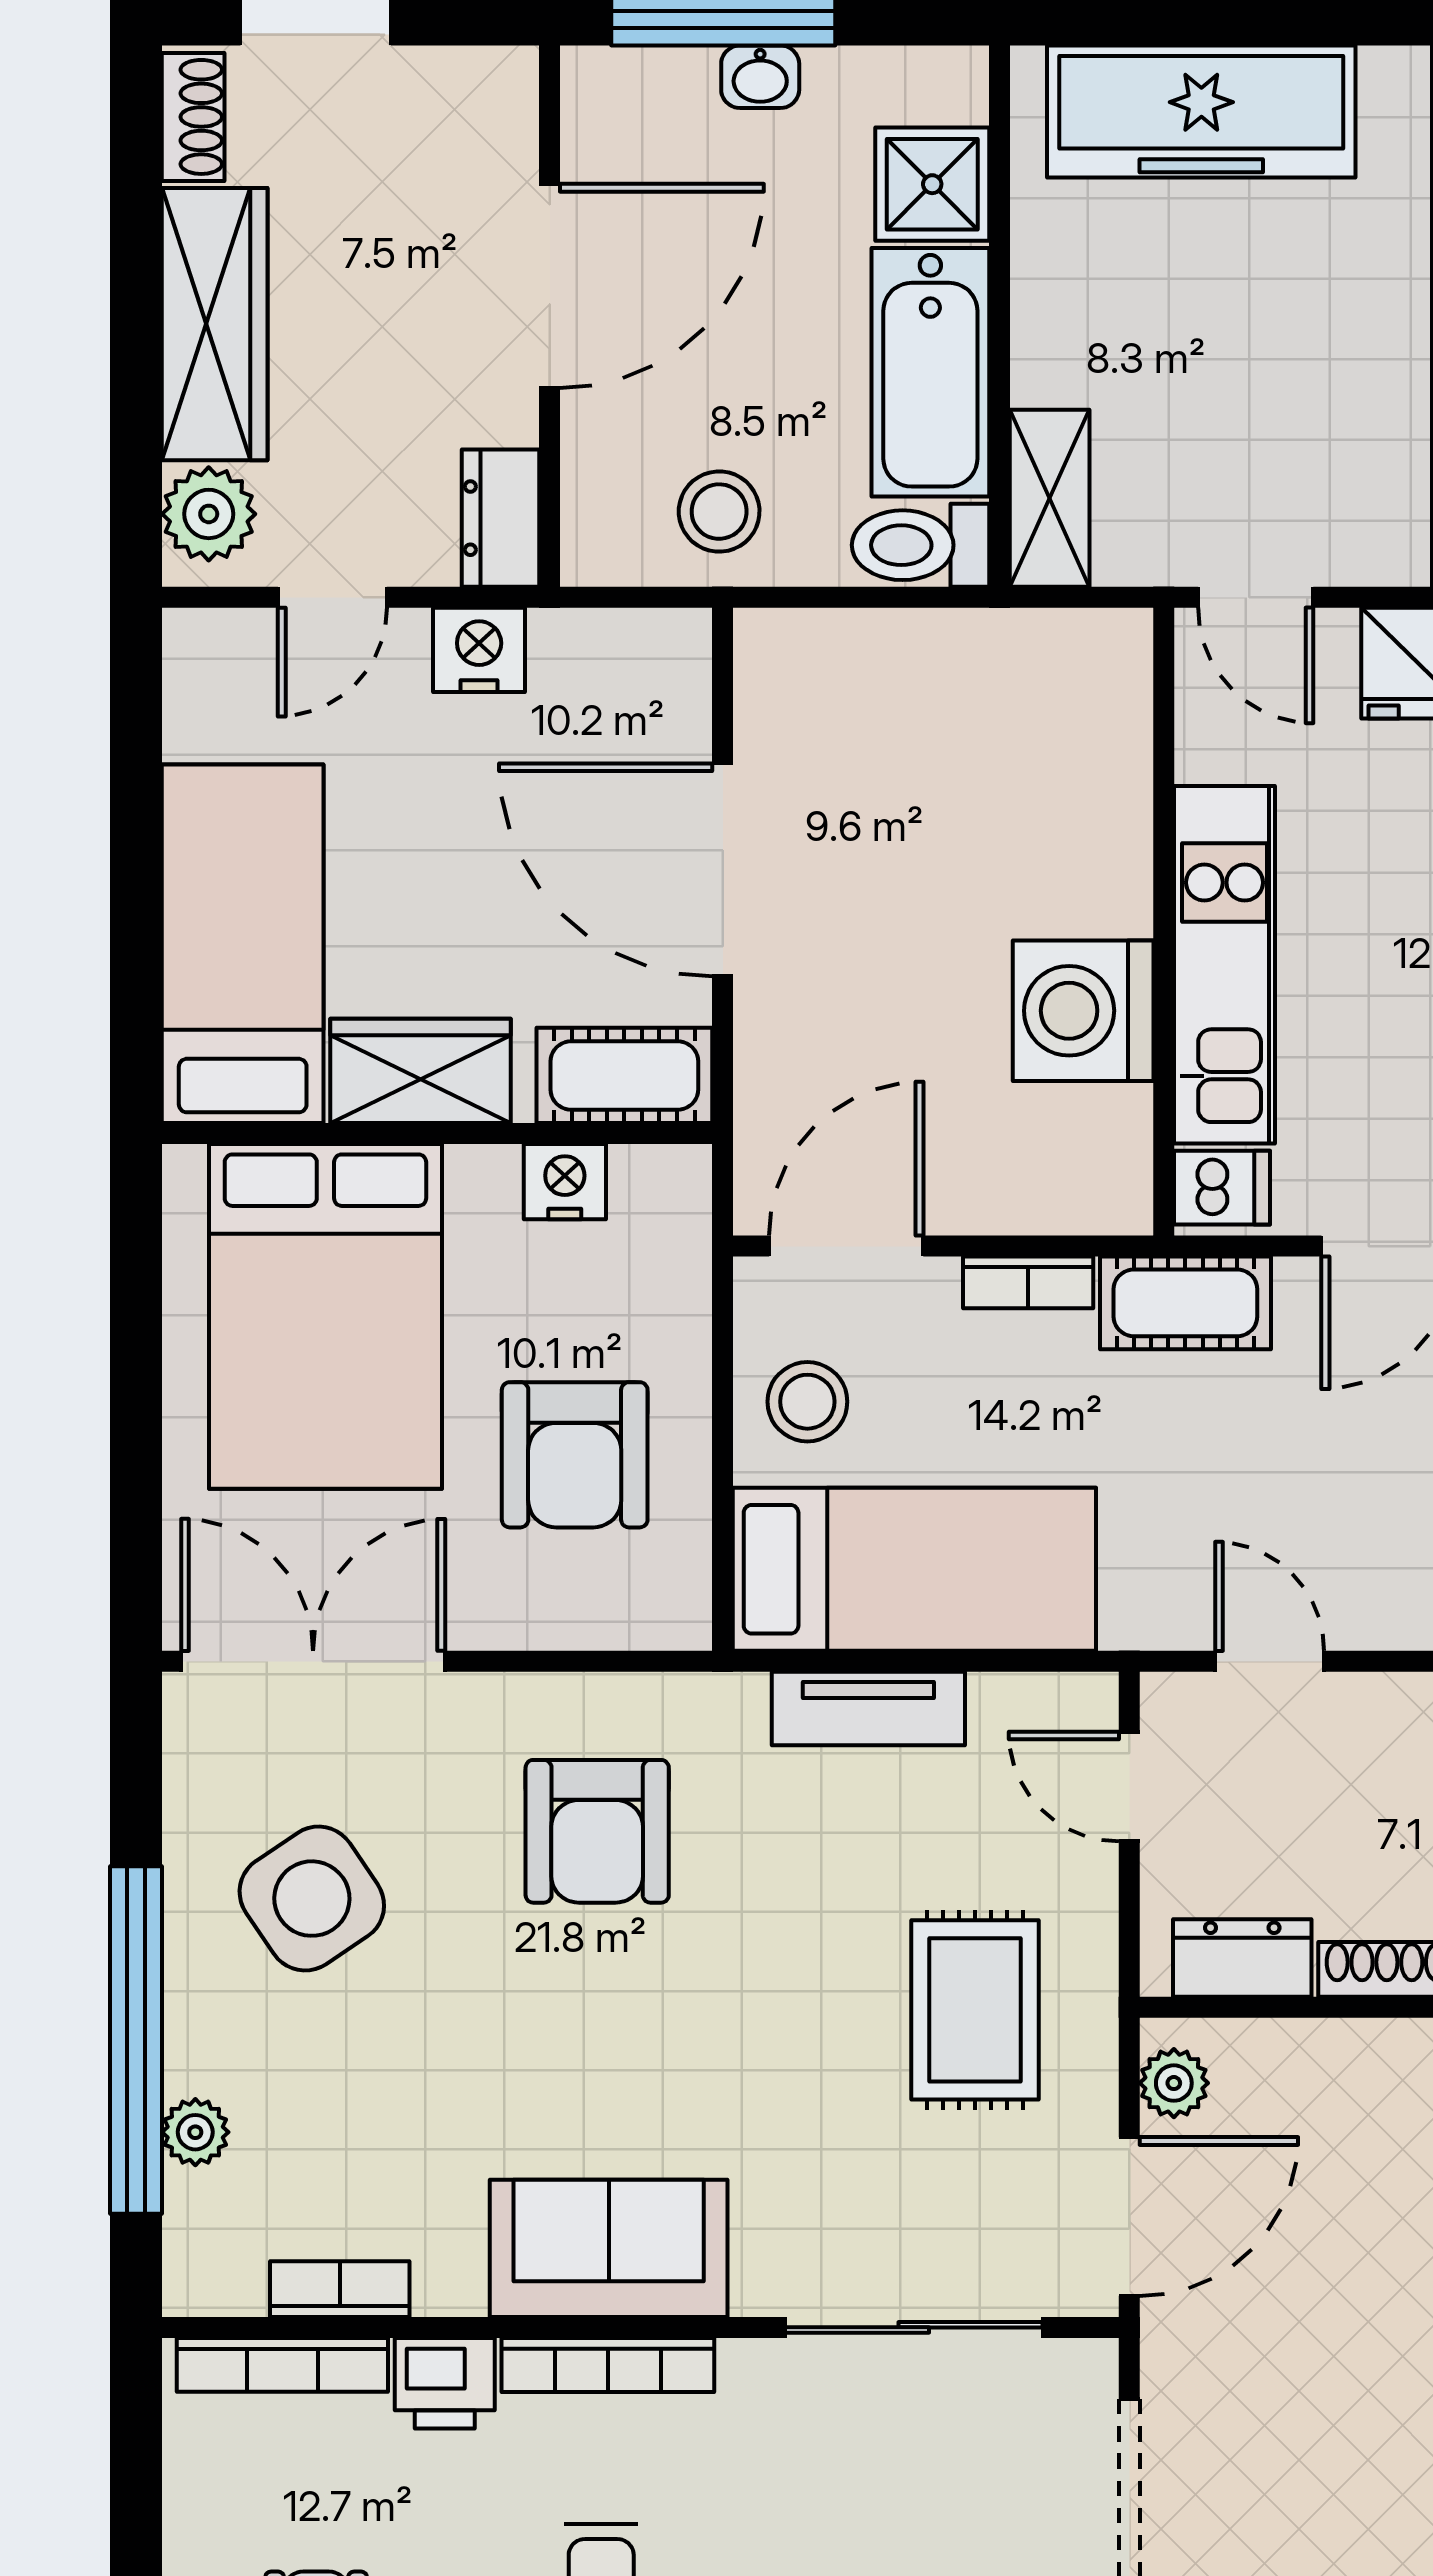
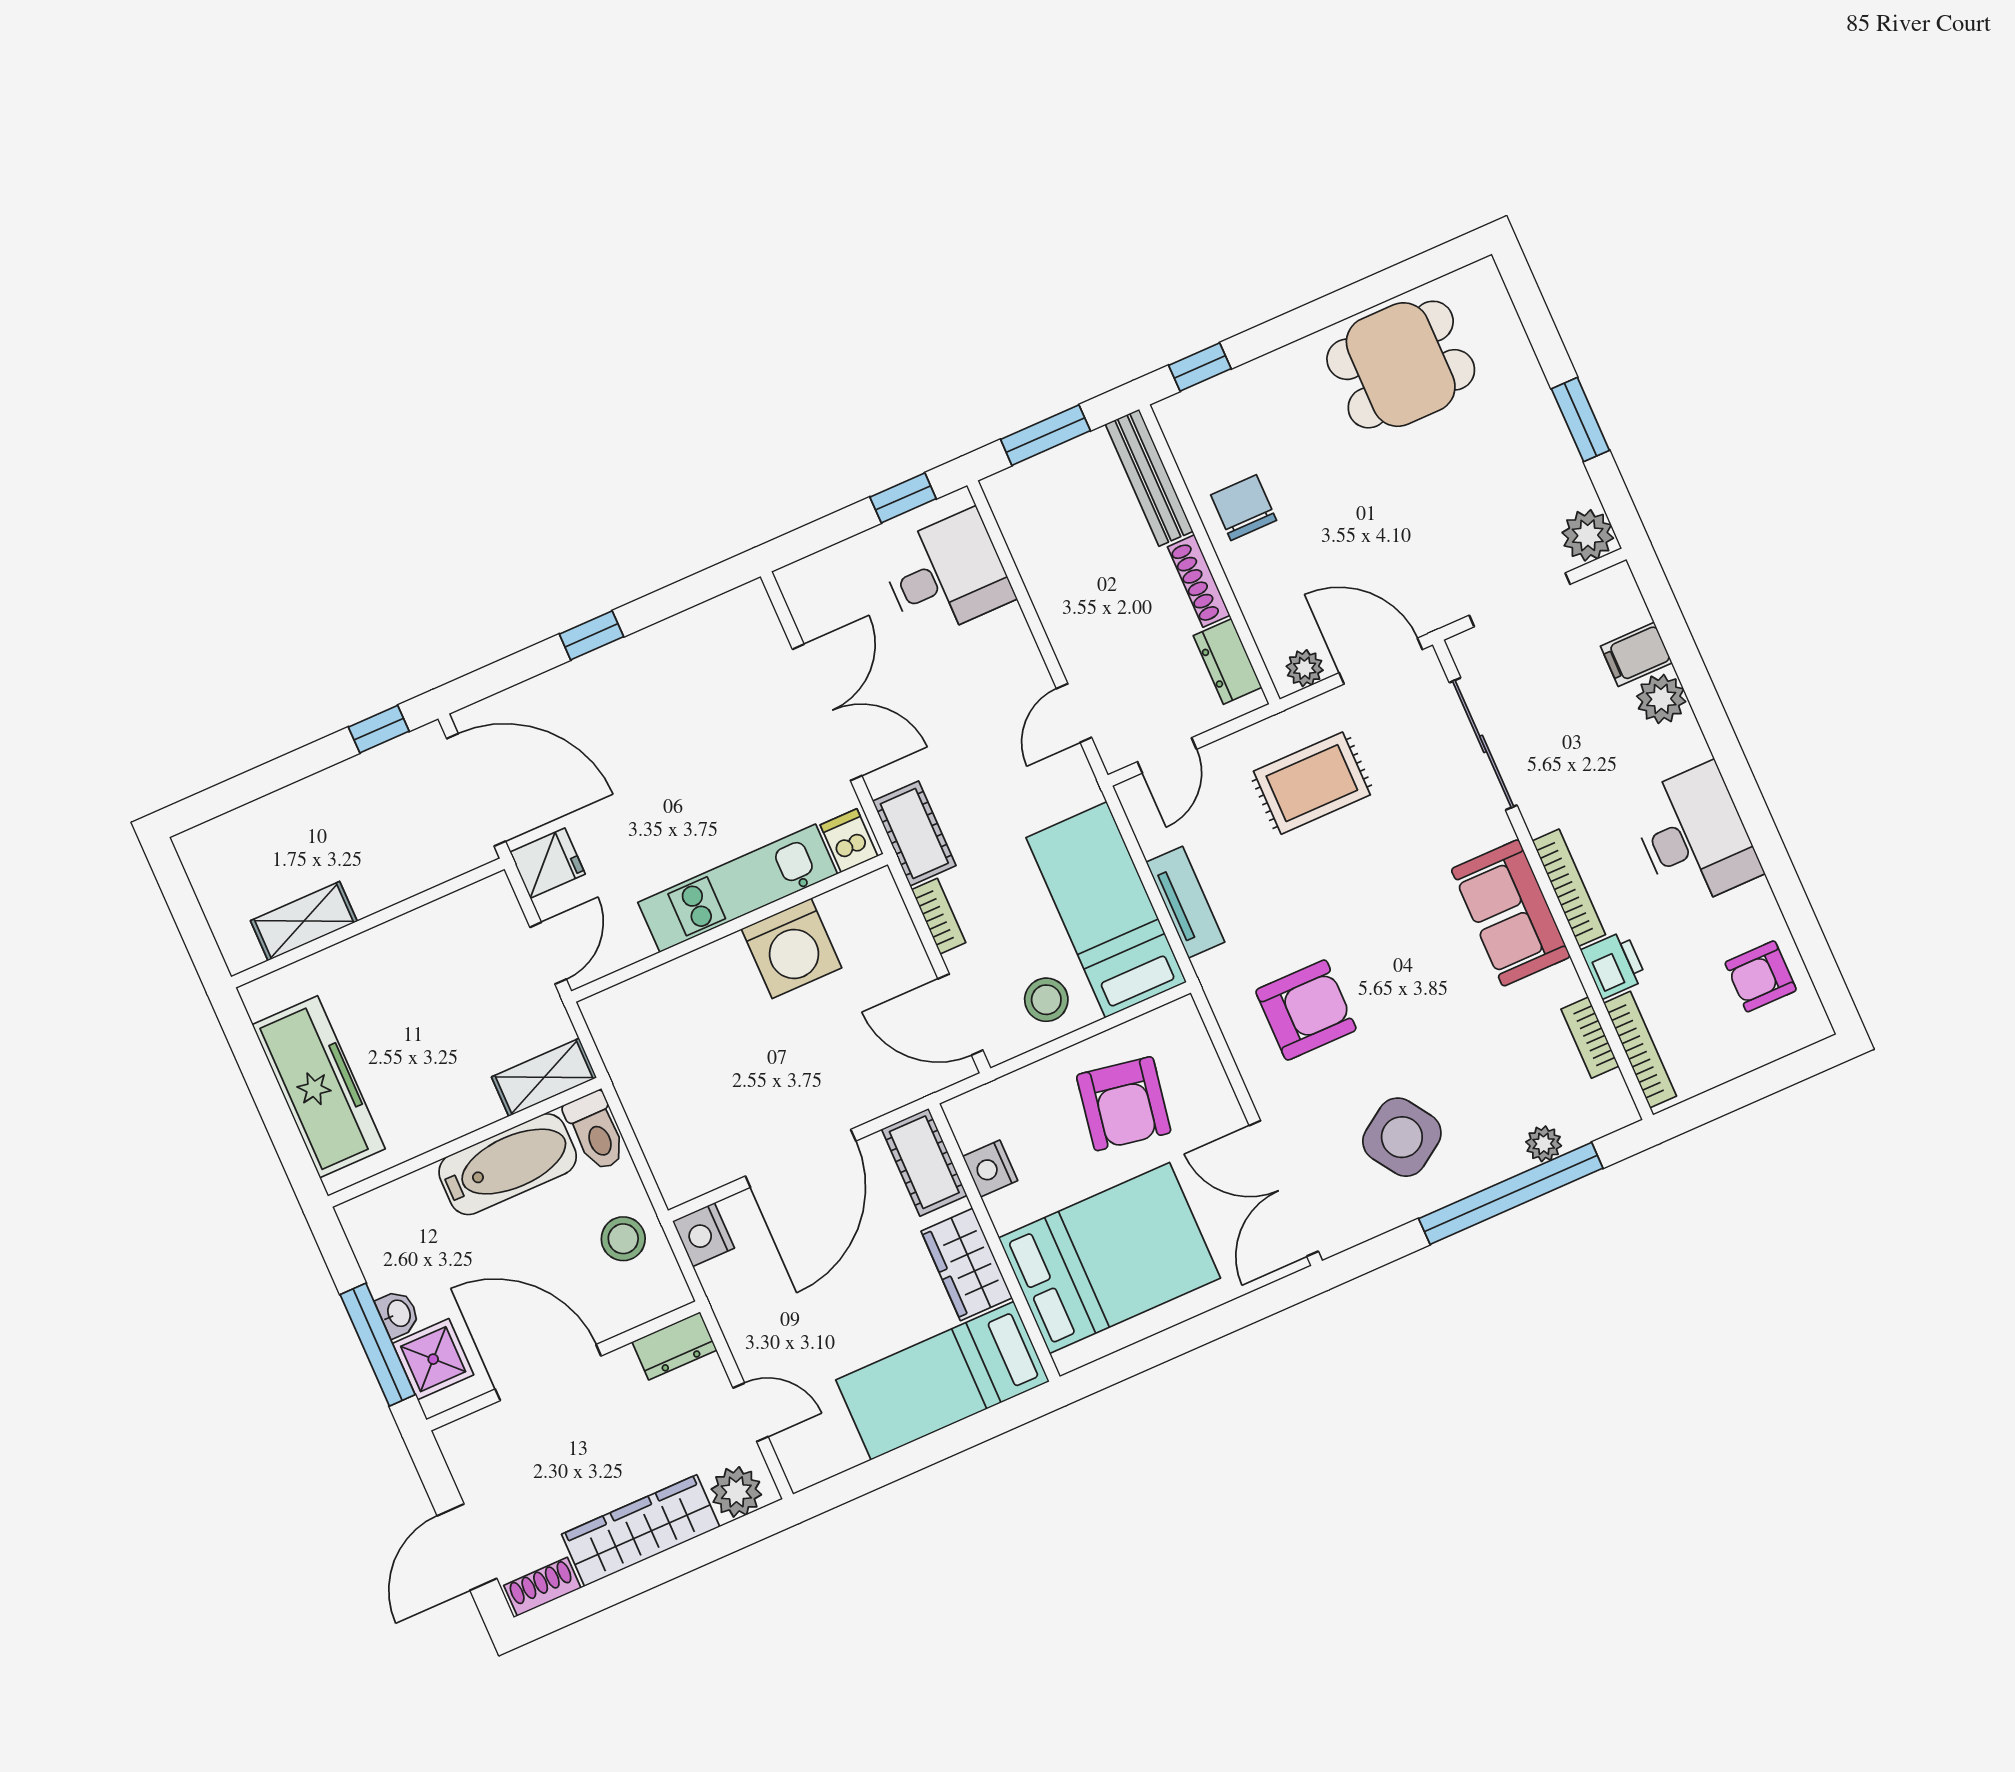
shower: (932, 184) -> (433, 1359), moved
nightstand: (479, 650) -> (704, 1235), moved
armchair: (575, 1455) -> (1124, 1104), turned 100

